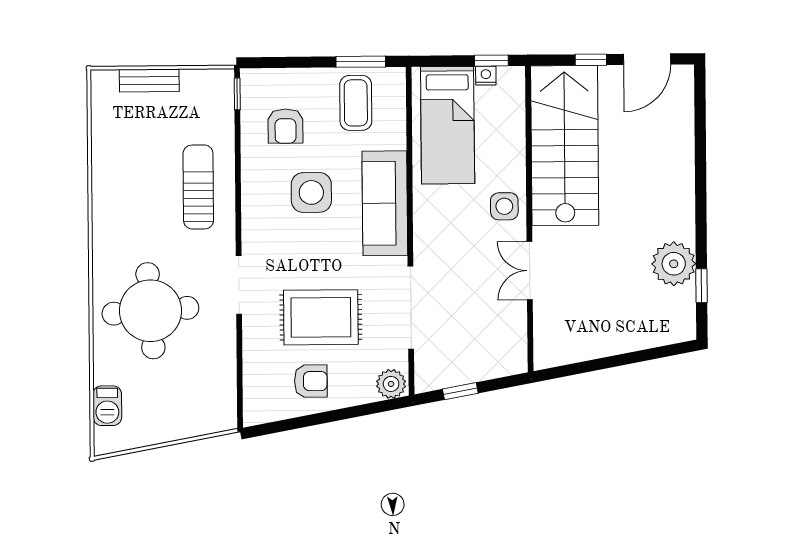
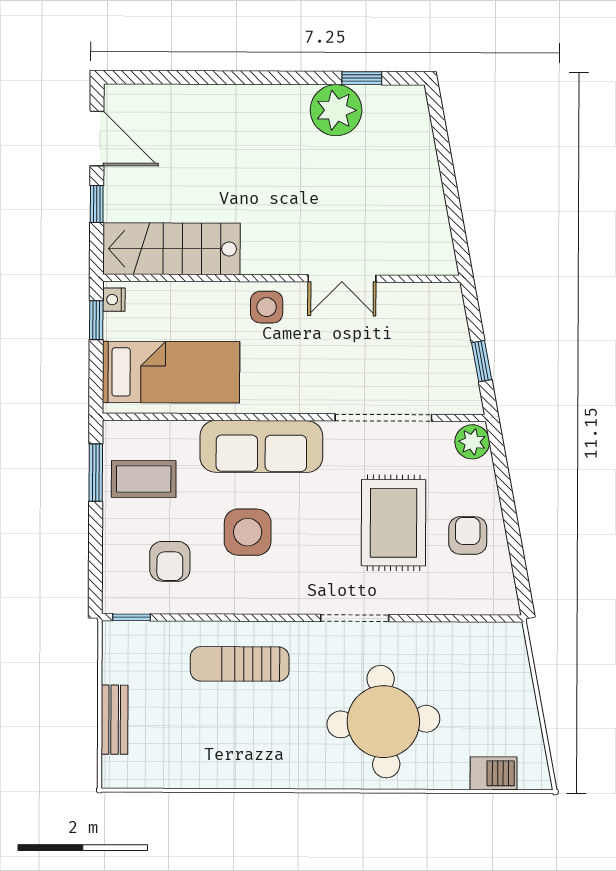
nightstand: (486, 76) -> (114, 300), moved
armchair: (285, 126) -> (170, 561), turned 90
stairs: (565, 146) -> (171, 249), width x0.73, depth x0.66

